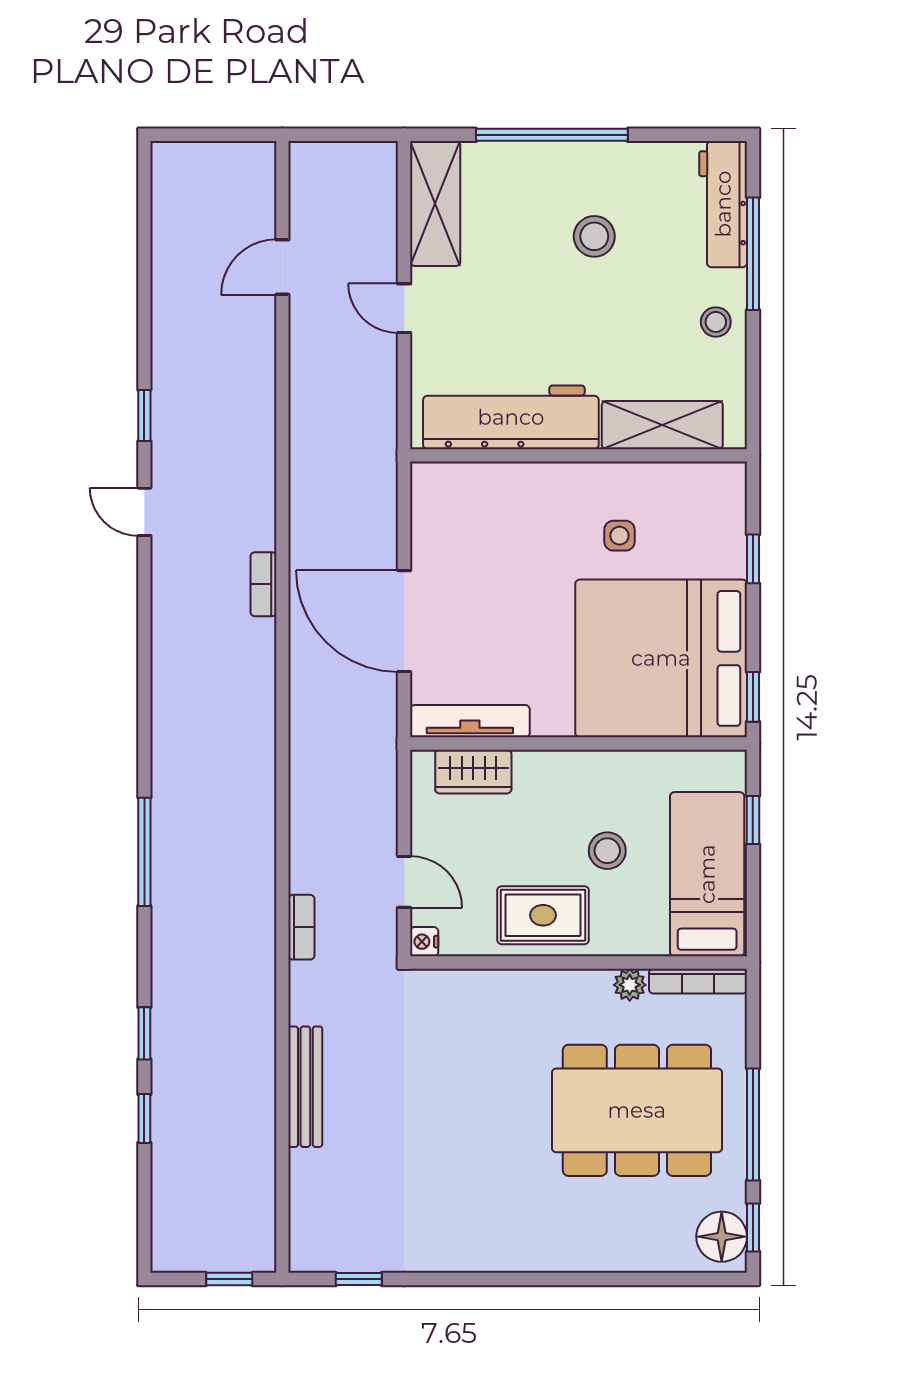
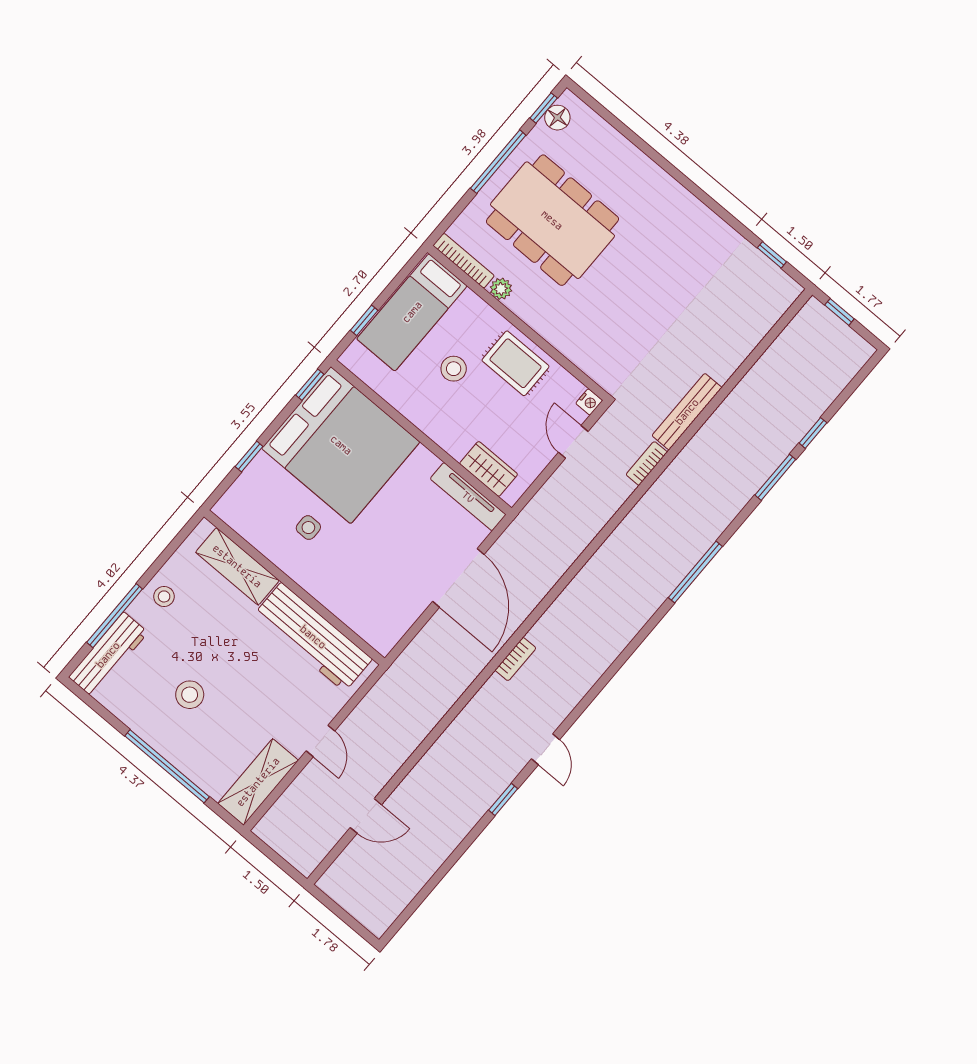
window: (144, 1033) -> (775, 477), width x1.50
bench: (305, 1087) -> (687, 412), moved
floor lamp: (722, 1237) -> (557, 118), width x0.73, depth x0.73

